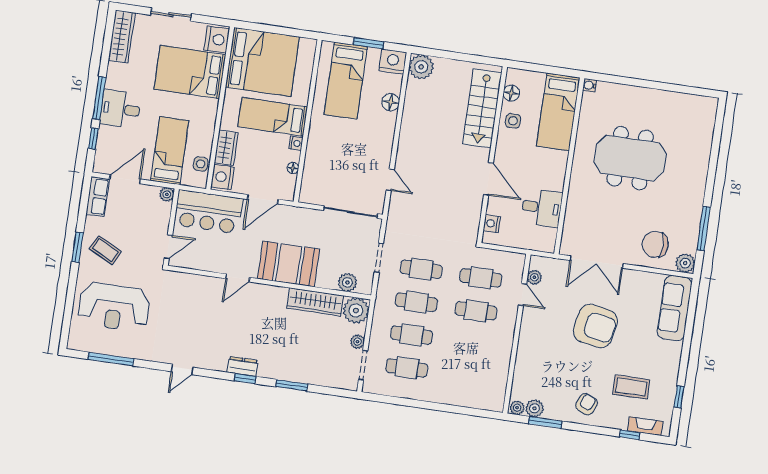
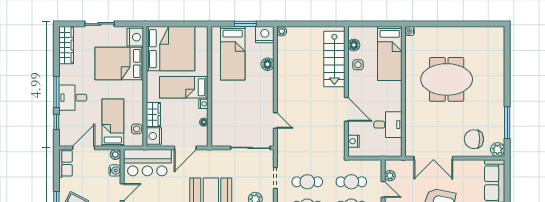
plant: (421, 67) -> (282, 31), width x0.53, depth x0.53
water cooler: (163, 216) -> (115, 170), added

